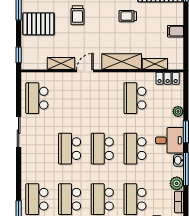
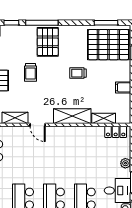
door: (85, 71) -> (38, 125), swing flipped
school desk: (135, 98) -> (85, 151), removed

